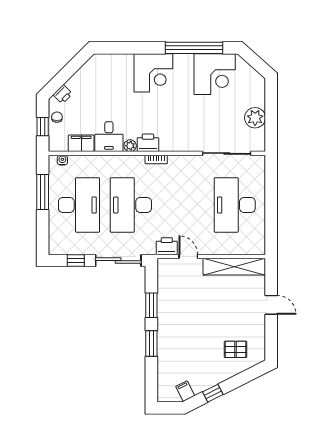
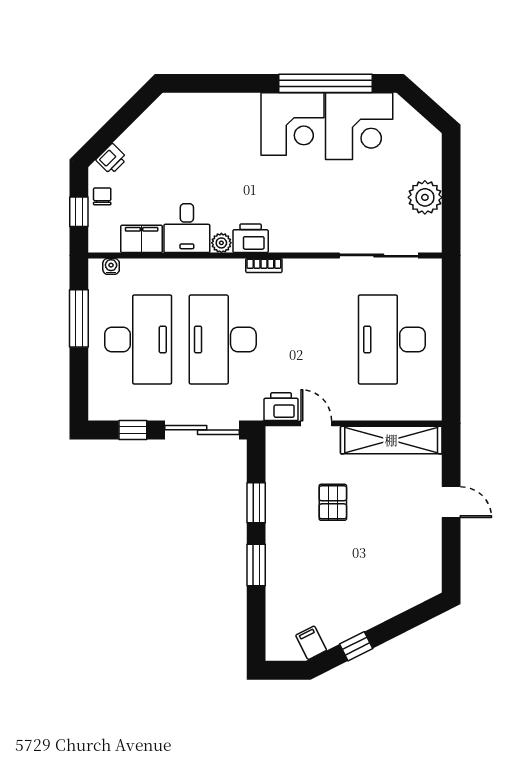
corner desk: (153, 73) -> (293, 124), moved
pallet: (236, 349) -> (333, 502), moved, turned 90

